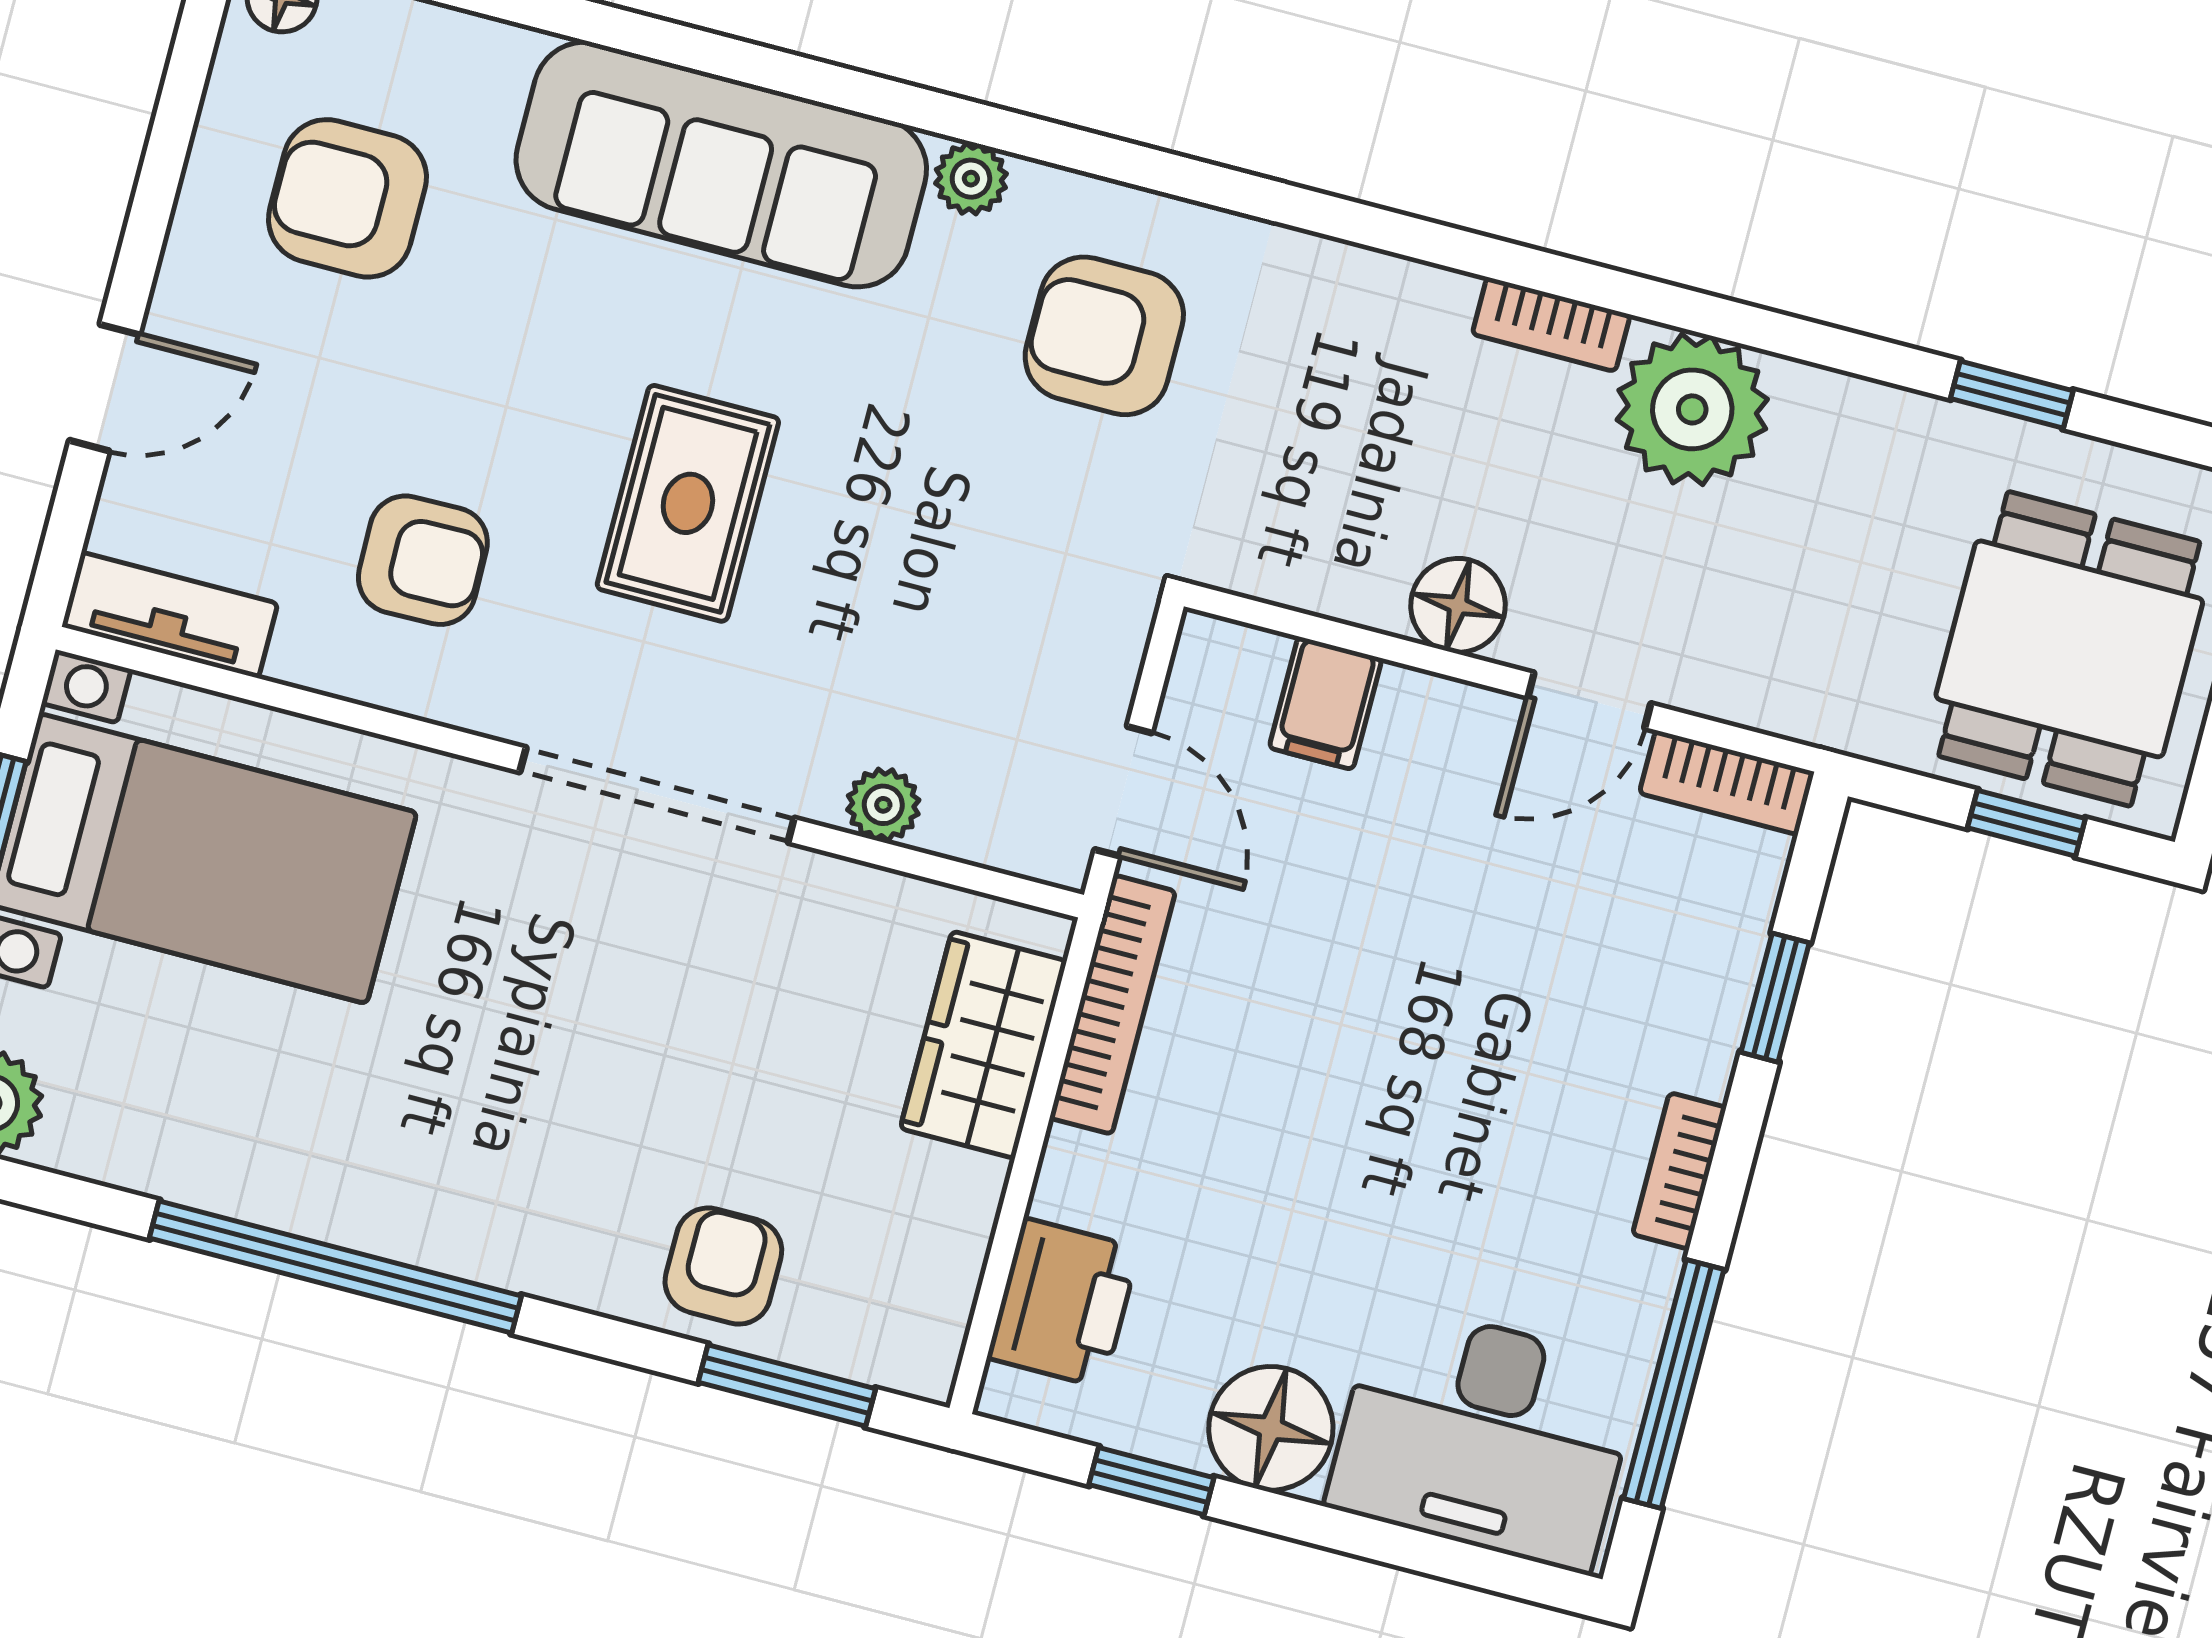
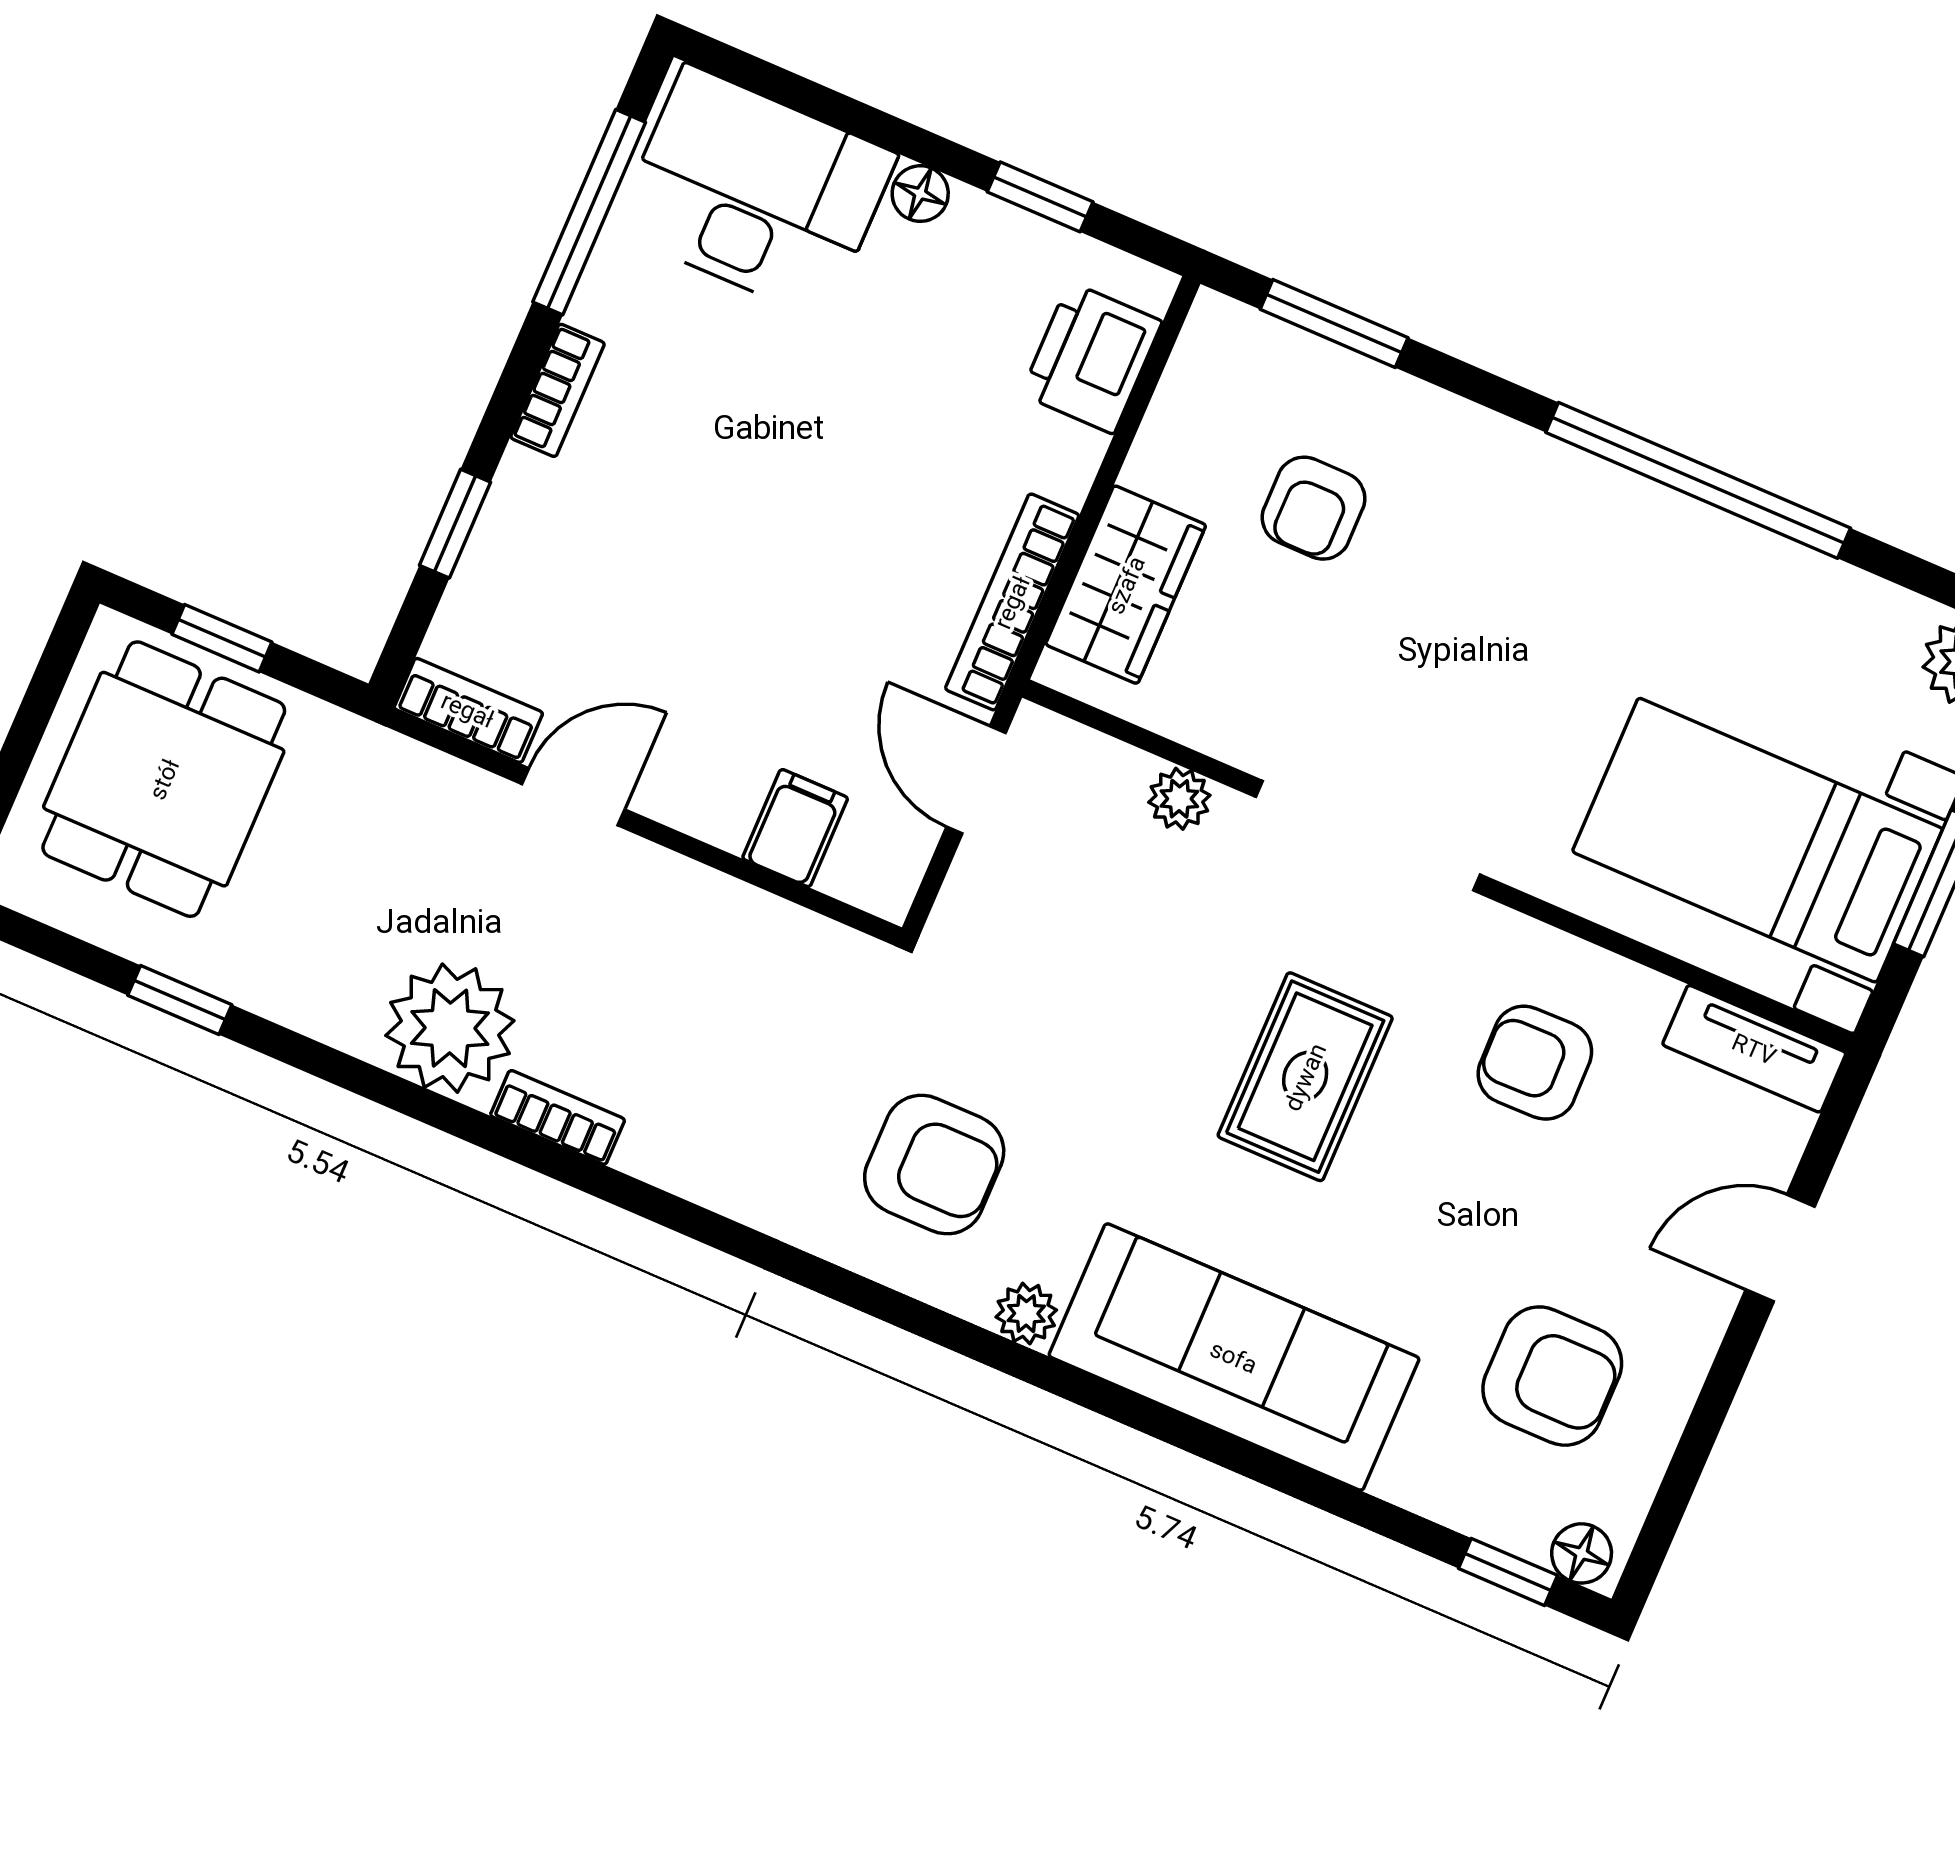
floor lamp: (1458, 605) -> (671, 893), removed
armchair: (723, 1266) -> (1314, 508), moved
floor lamp: (1271, 1428) -> (920, 194), width x0.53, depth x0.53

